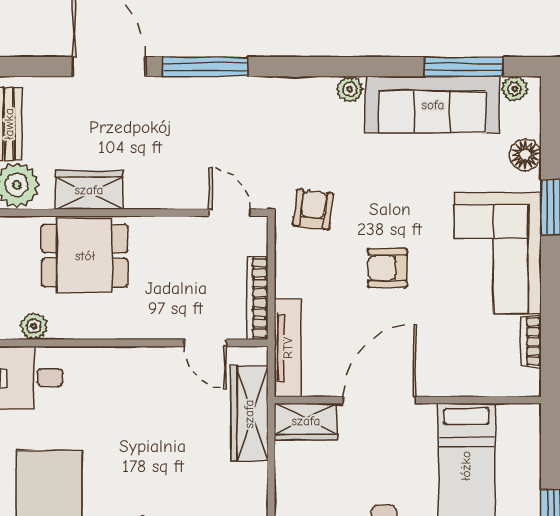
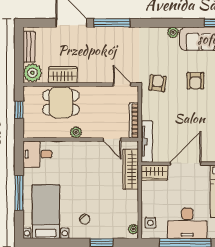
armchair: (387, 268) -> (195, 81), moved, turned -90
plant: (34, 326) -> (76, 132), moved

